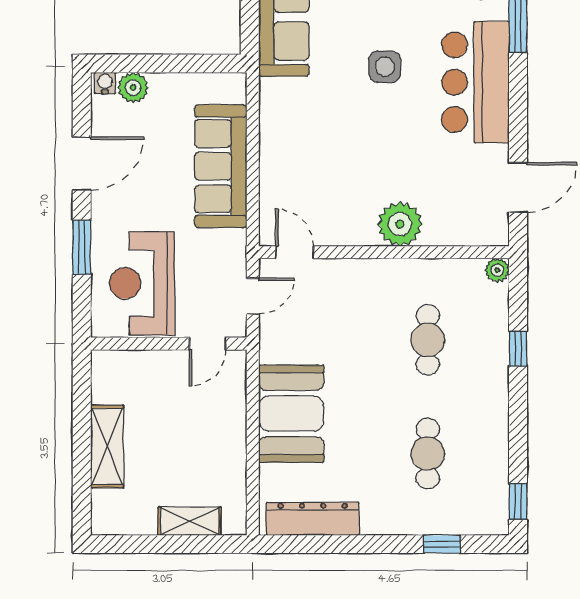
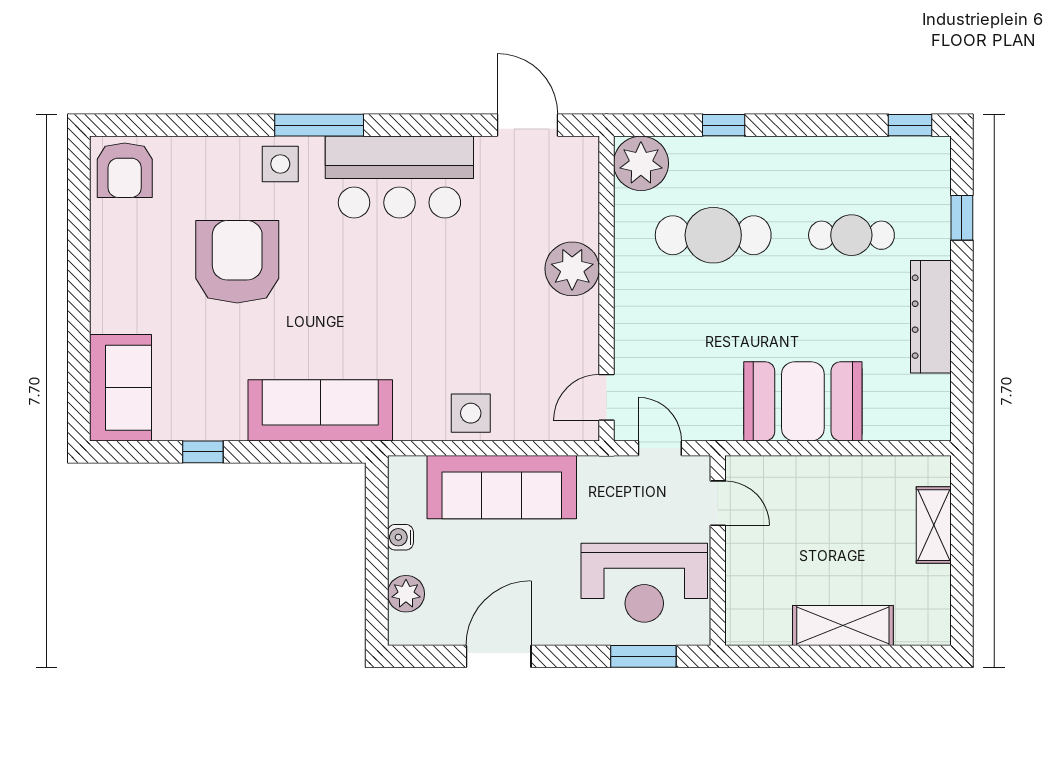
side table: (385, 67) -> (471, 413), moved
water cooler: (105, 83) -> (400, 537), moved
door: (82, 164) -> (499, 656), hinge flipped
window: (82, 247) -> (643, 656), moved
plant: (497, 270) -> (641, 163), width x1.88, depth x1.88
cafe table: (428, 340) -> (713, 235), width x1.37, depth x1.35
dresser: (313, 519) -> (931, 317), moved

